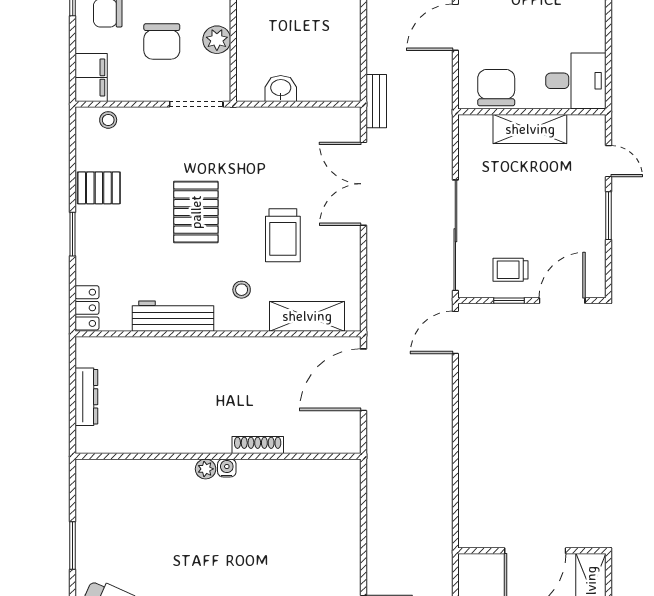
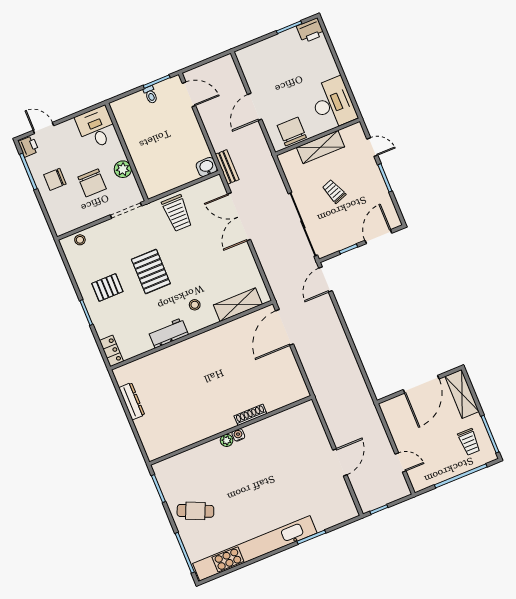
filing cabinet: (91, 77) -> (60, 220), removed
desk: (576, 81) -> (333, 103), width x1.37
washbasin: (281, 88) -> (207, 167), moved
pallet: (99, 188) -> (107, 287), moved
trolley: (283, 235) -> (177, 213), moved
trolley: (511, 270) -> (334, 191), moved, turned 70
workbench: (173, 316) -> (168, 333), width x0.73
shoe rack: (258, 445) -> (250, 415), moved
wall: (218, 456) -> (231, 430), moved
water cooler: (227, 468) -> (238, 435), moved
plant: (206, 469) -> (227, 440), moved

